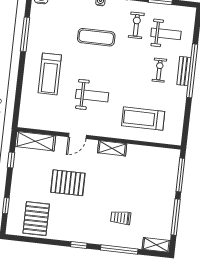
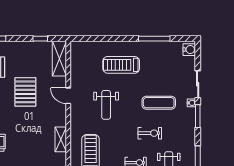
exercise bike: (136, 25) -> (150, 133), moved
exercise mat: (96, 37) -> (159, 103), turned 90
shelving: (112, 148) -> (61, 139), moved

